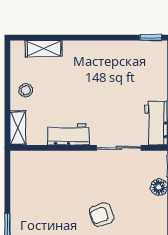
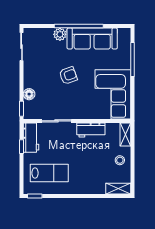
shelving: (44, 48) -> (118, 189), moved
lab bench: (129, 71) -> (49, 173), added
corner sofa: (36, 187) -> (113, 94), added

